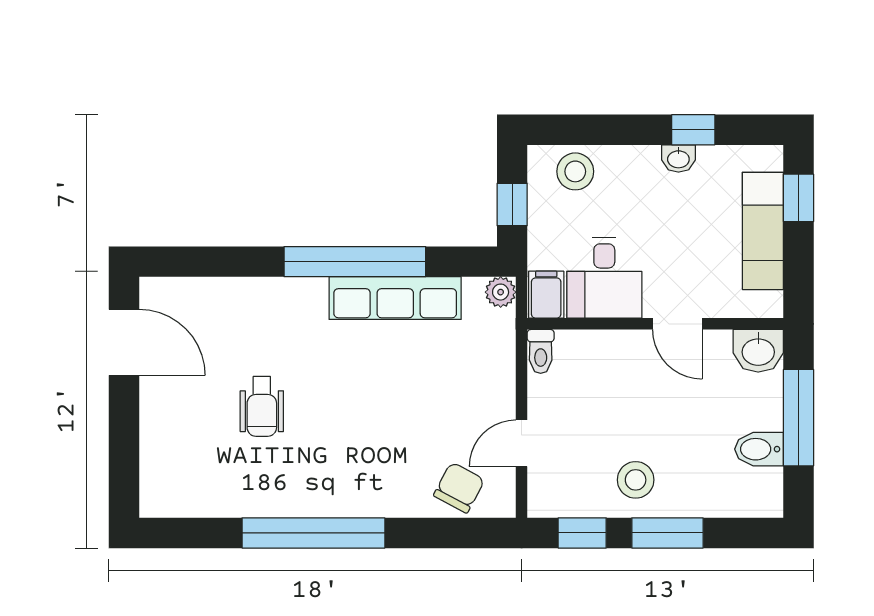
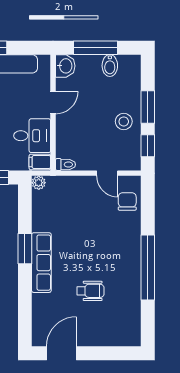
window: (355, 262) -> (25, 249), width x0.47
row of seats: (395, 298) -> (41, 263), moved
chair: (459, 488) -> (127, 201), turned 62

